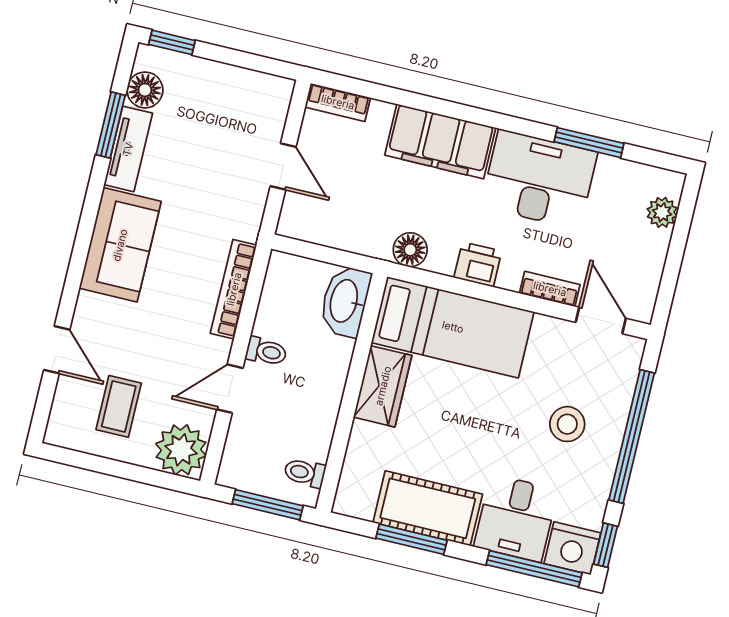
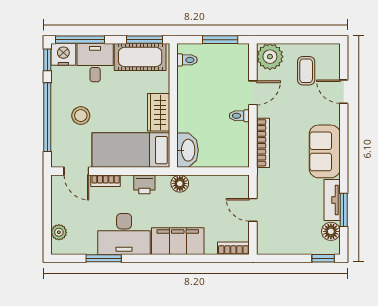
washbasin: (345, 301) -> (188, 150), moved
bed: (453, 327) -> (131, 150), moved
wardrobe: (383, 386) -> (159, 112), moved
wall: (352, 393) -> (173, 105), moved
toilet: (305, 473) -> (187, 60), moved

